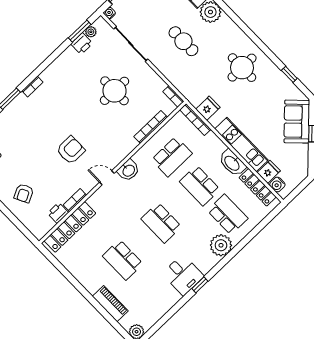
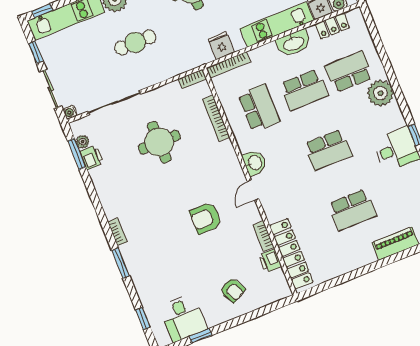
armchair: (71, 150) -> (206, 218), turned -90
locker: (258, 187) -> (332, 26), width x0.66

